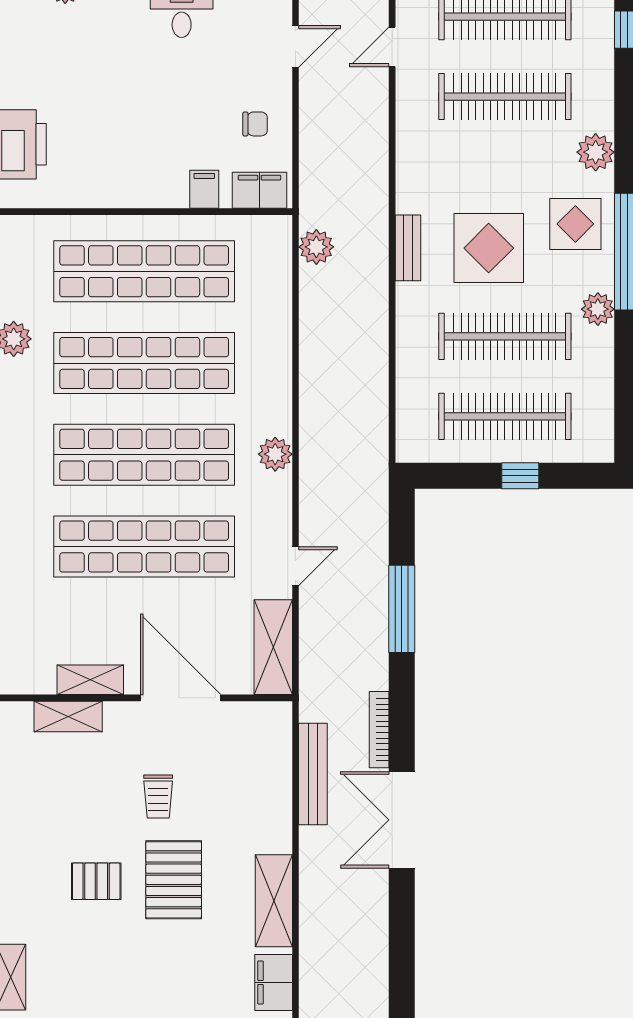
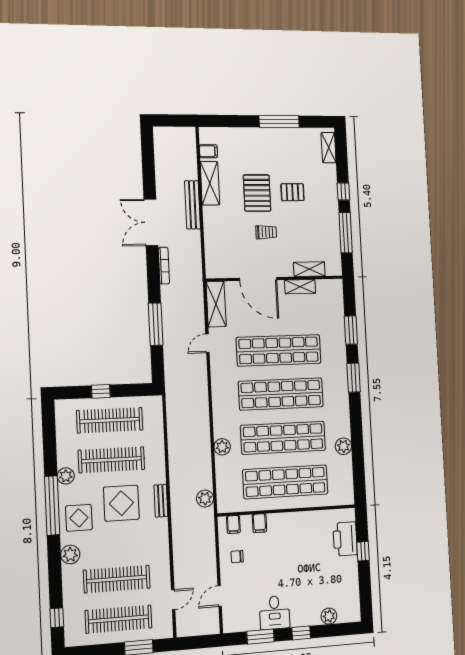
filing cabinet: (259, 190) -> (233, 524), width x0.50
plant: (275, 454) -> (222, 447), moved
bench: (313, 774) -> (192, 205), moved
trolley: (158, 796) -> (266, 232), turned 90
double door: (402, 820) -> (151, 222), swing flipped
filing cabinet: (274, 982) -> (208, 151), width x0.50

